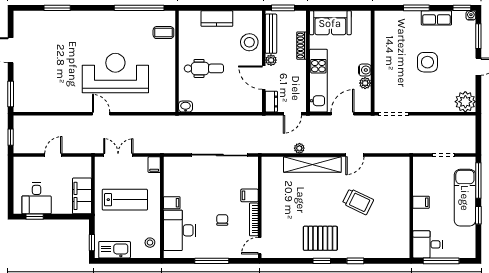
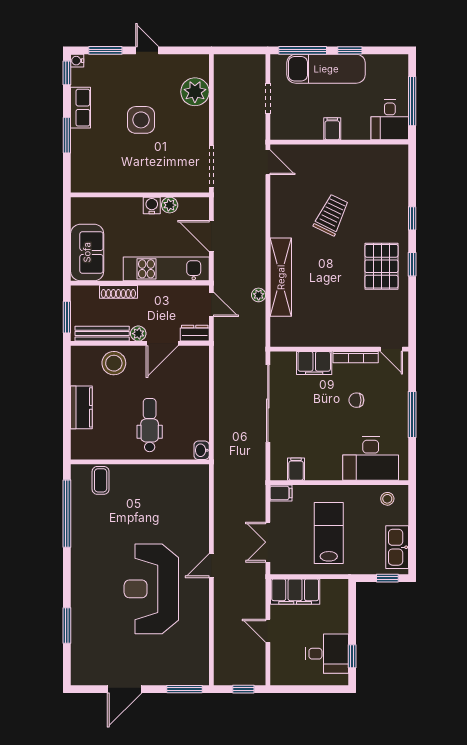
reception desk: (115, 73) -> (151, 589), moved
plant: (465, 102) -> (195, 92), moved
door: (355, 155) -> (268, 162), moved
filing cabinet: (249, 195) -> (314, 363), width x2.00
filing cabinet: (82, 196) -> (295, 592), moved
filing cabinet: (172, 203) -> (296, 469), moved

